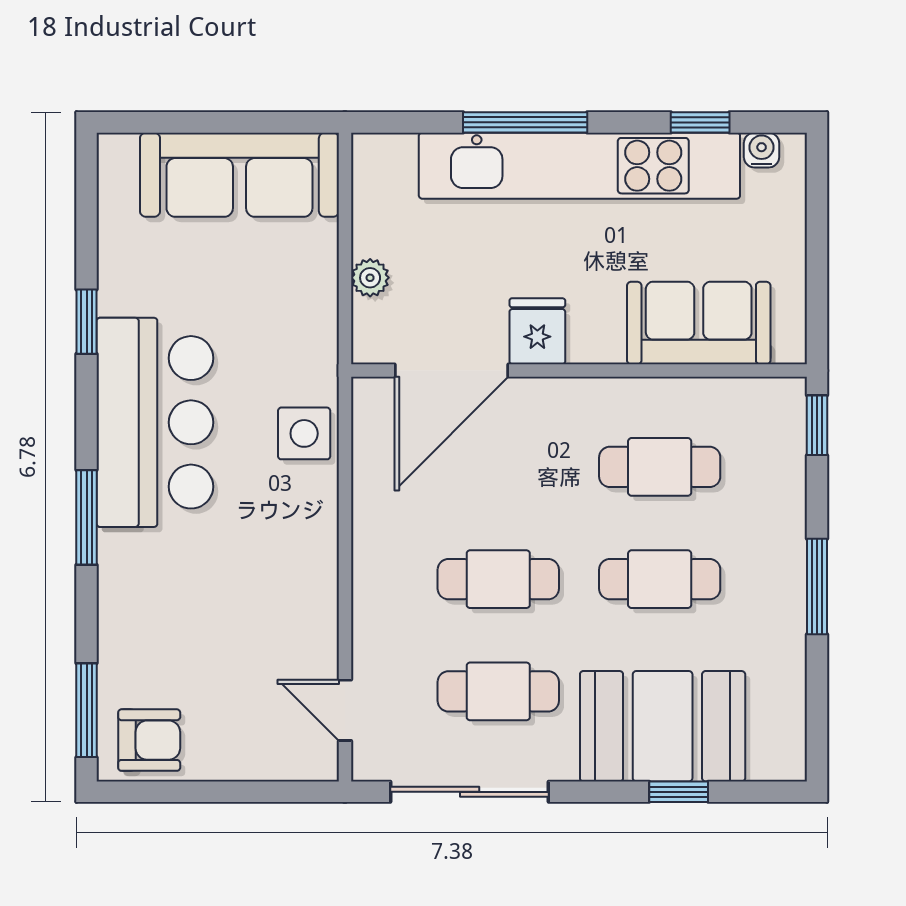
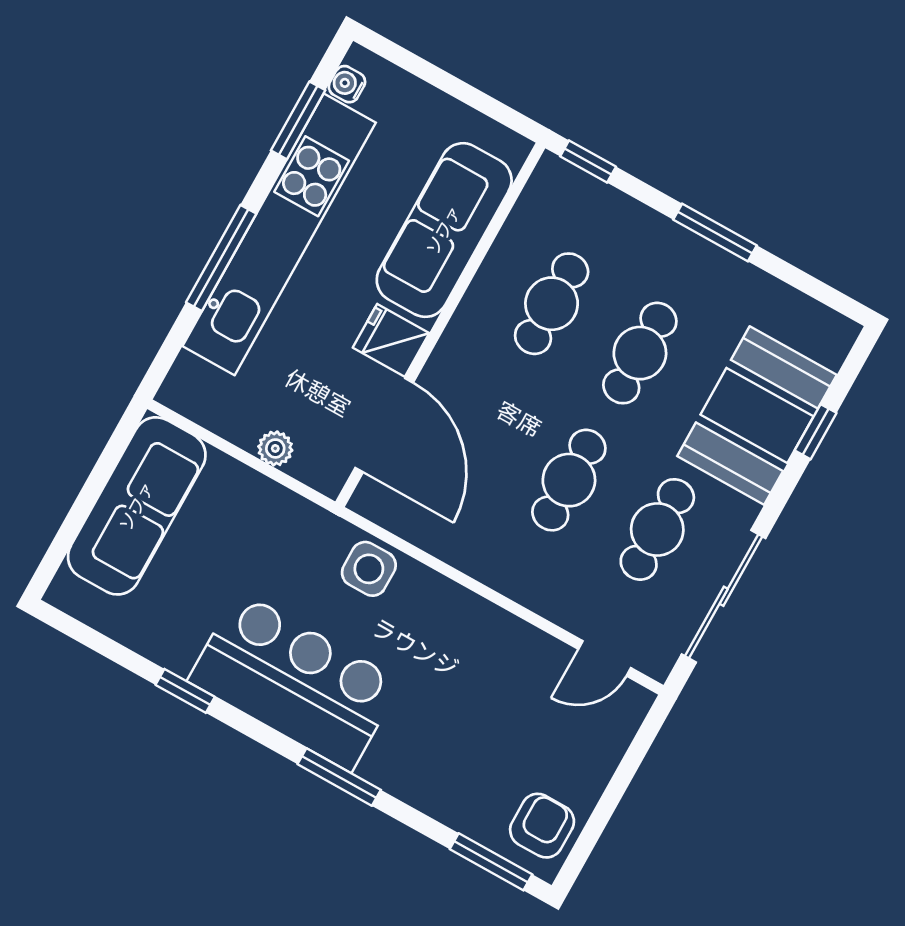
window: (700, 122) -> (298, 120), width x1.50
sofa: (699, 323) -> (444, 230), width x1.36

